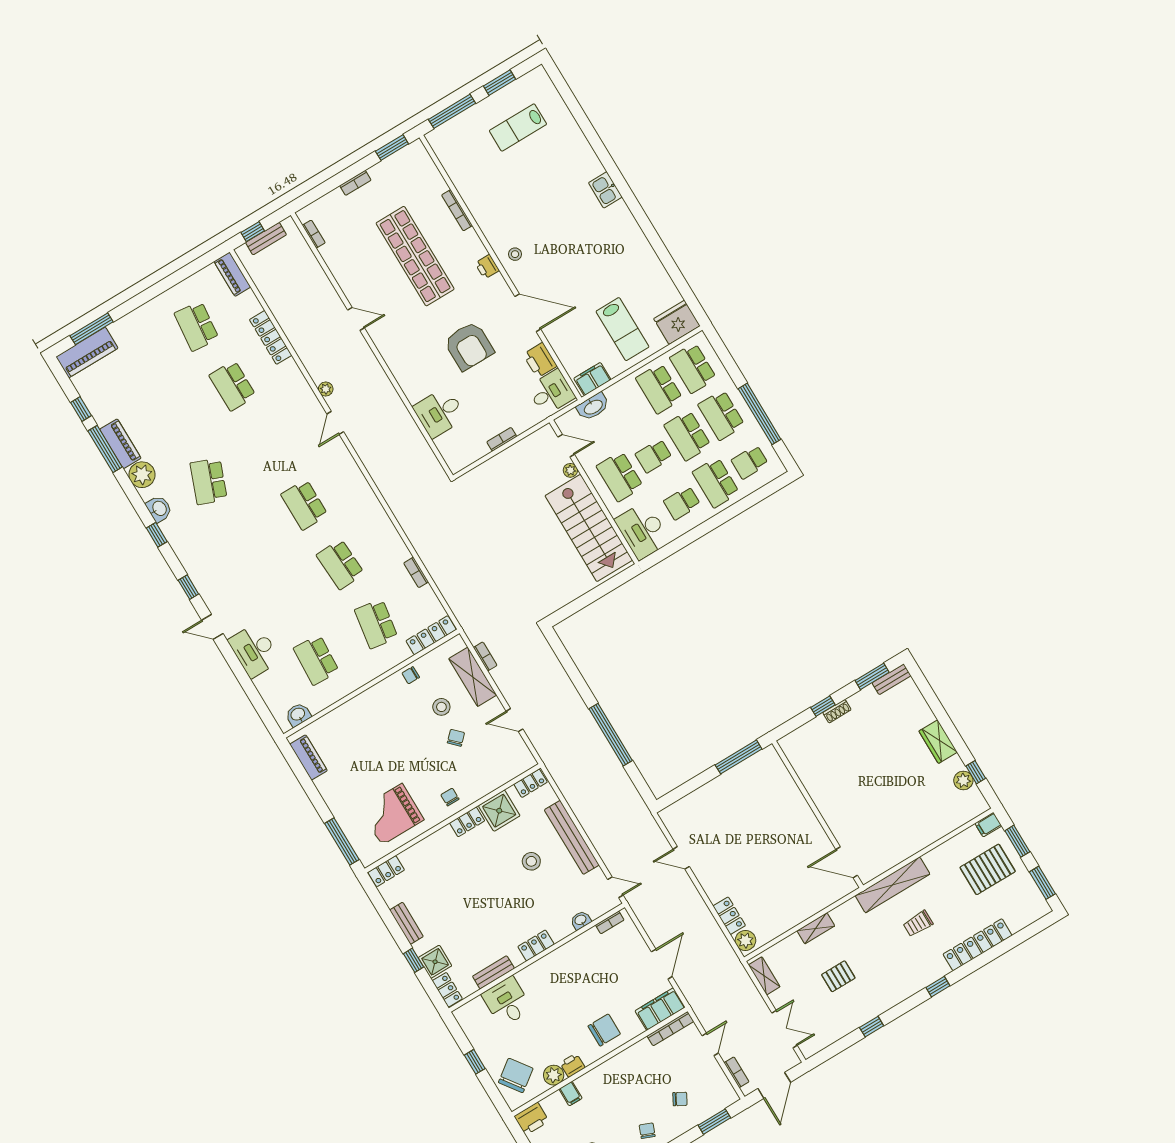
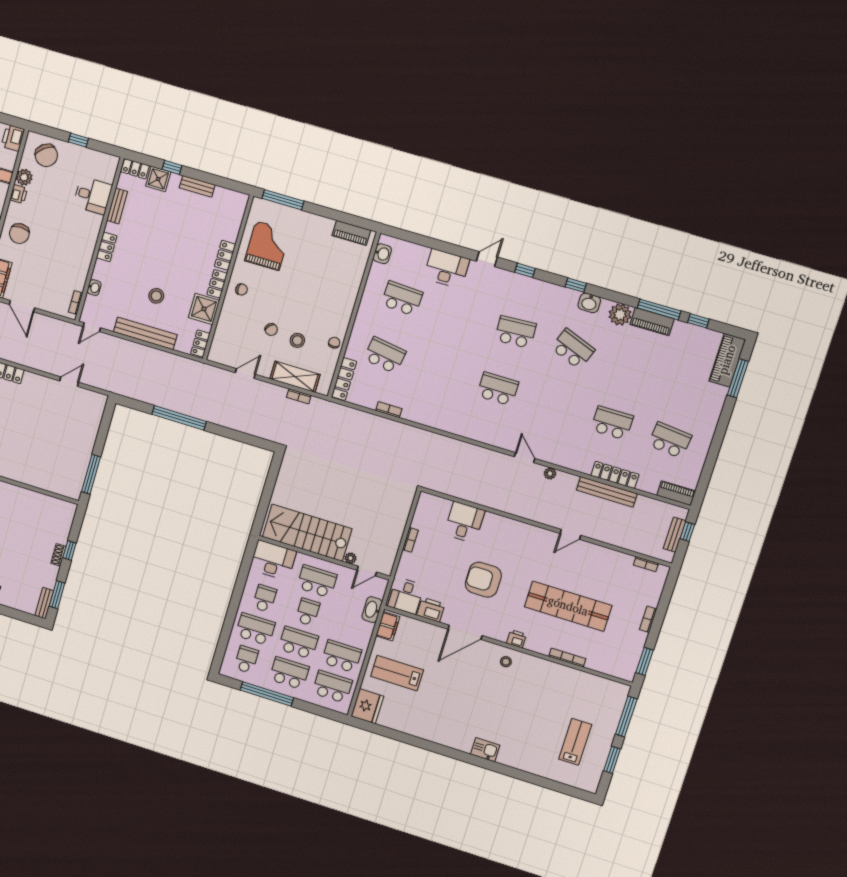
bench: (291, 329) -> (607, 492), added
school desk: (340, 564) -> (515, 332), moved
locker: (386, 871) -> (225, 255), moved

